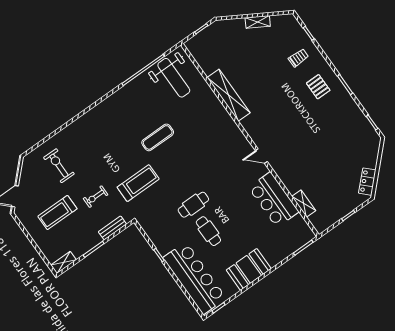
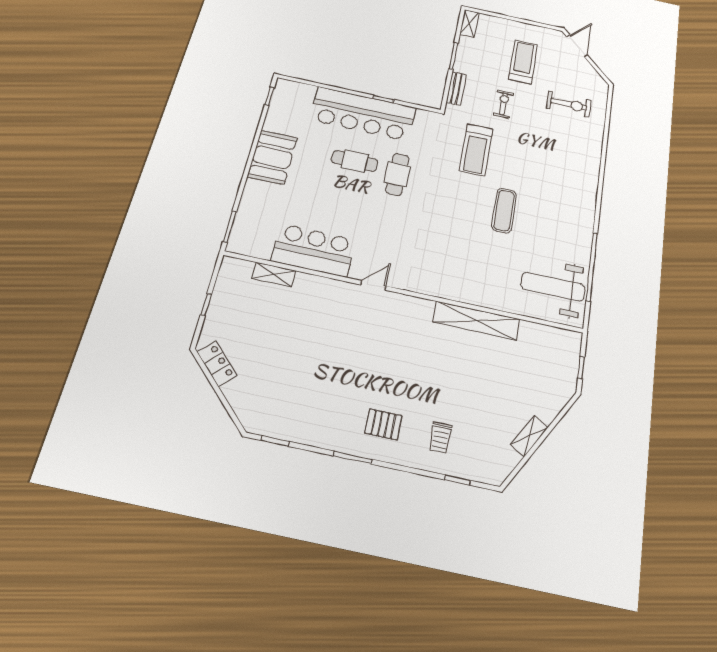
bar counter: (195, 278) -> (363, 114), moved

